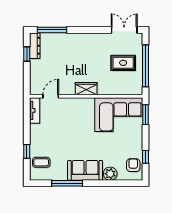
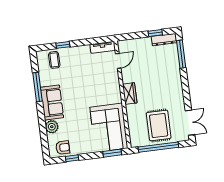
rug: (123, 63) -> (159, 125), width x1.36, depth x1.43
door: (51, 96) -> (118, 61), hinge flipped

